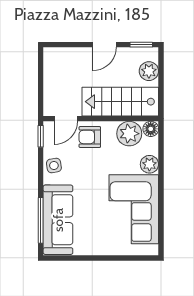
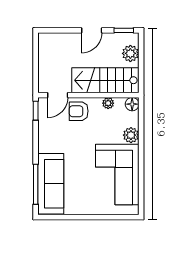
plant: (129, 134) -> (108, 103), width x0.53, depth x0.53
side table: (54, 165) -> (47, 136), removed

